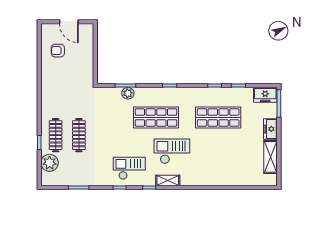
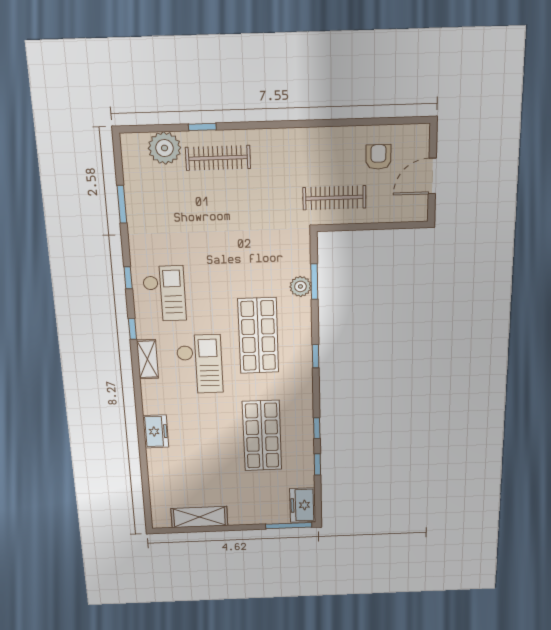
freezer: (270, 129) -> (156, 431), moved, turned 90
clothes rail: (79, 135) -> (334, 198), moved

